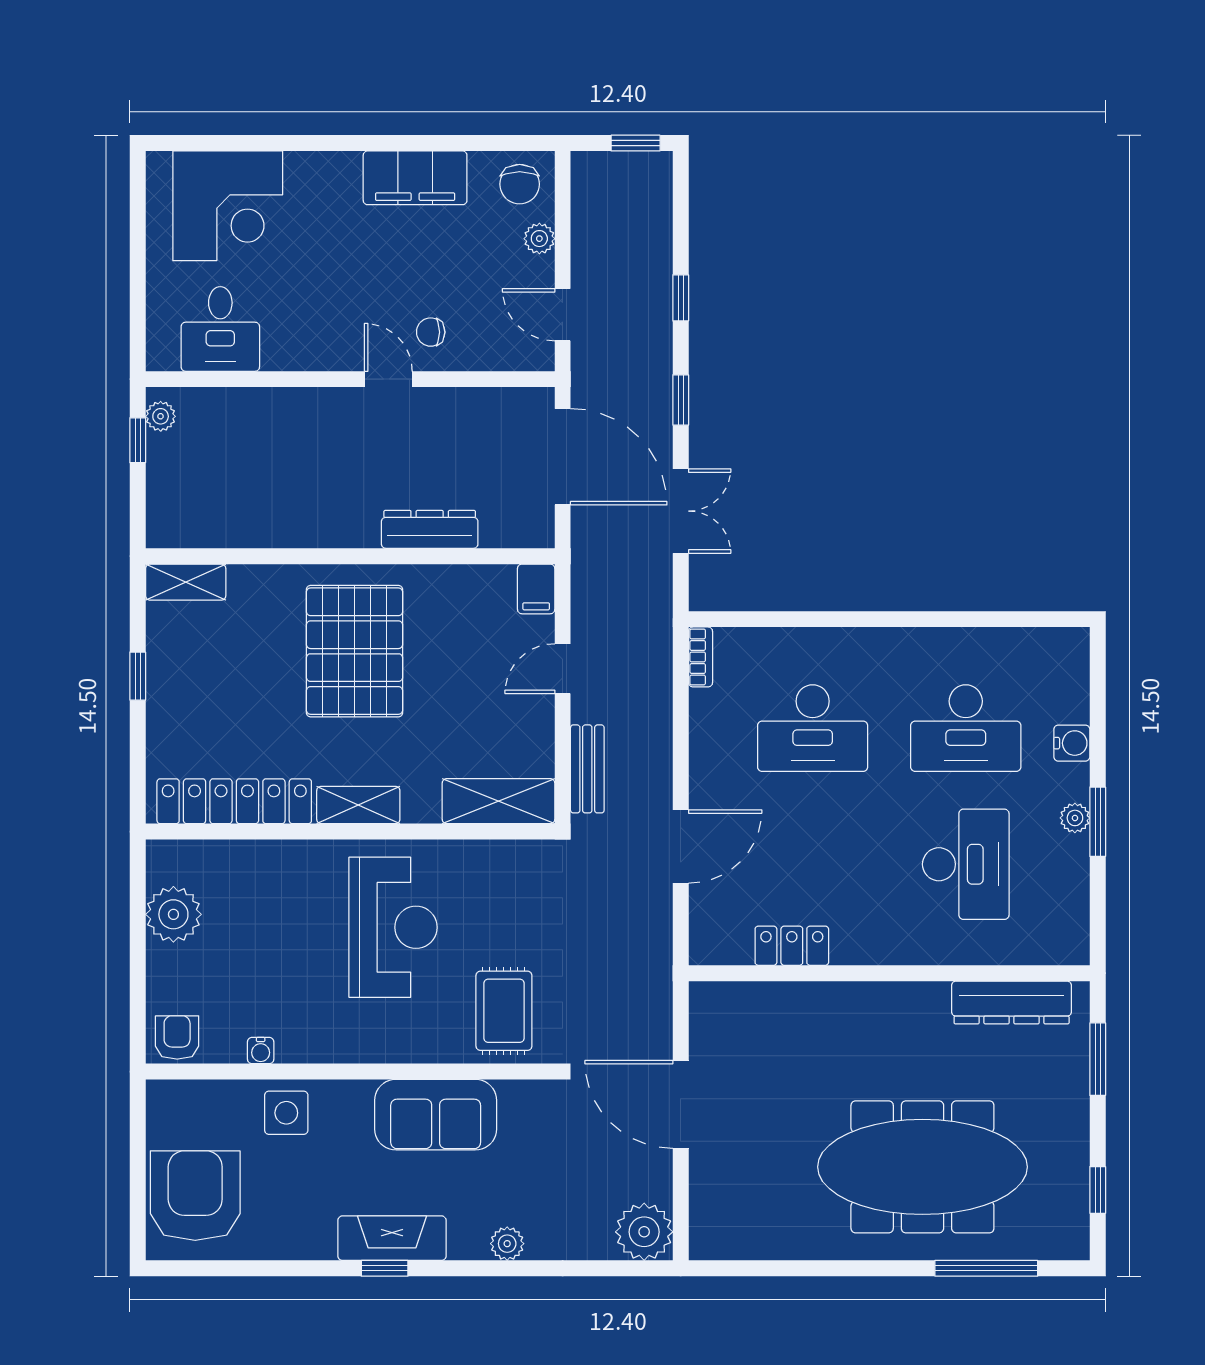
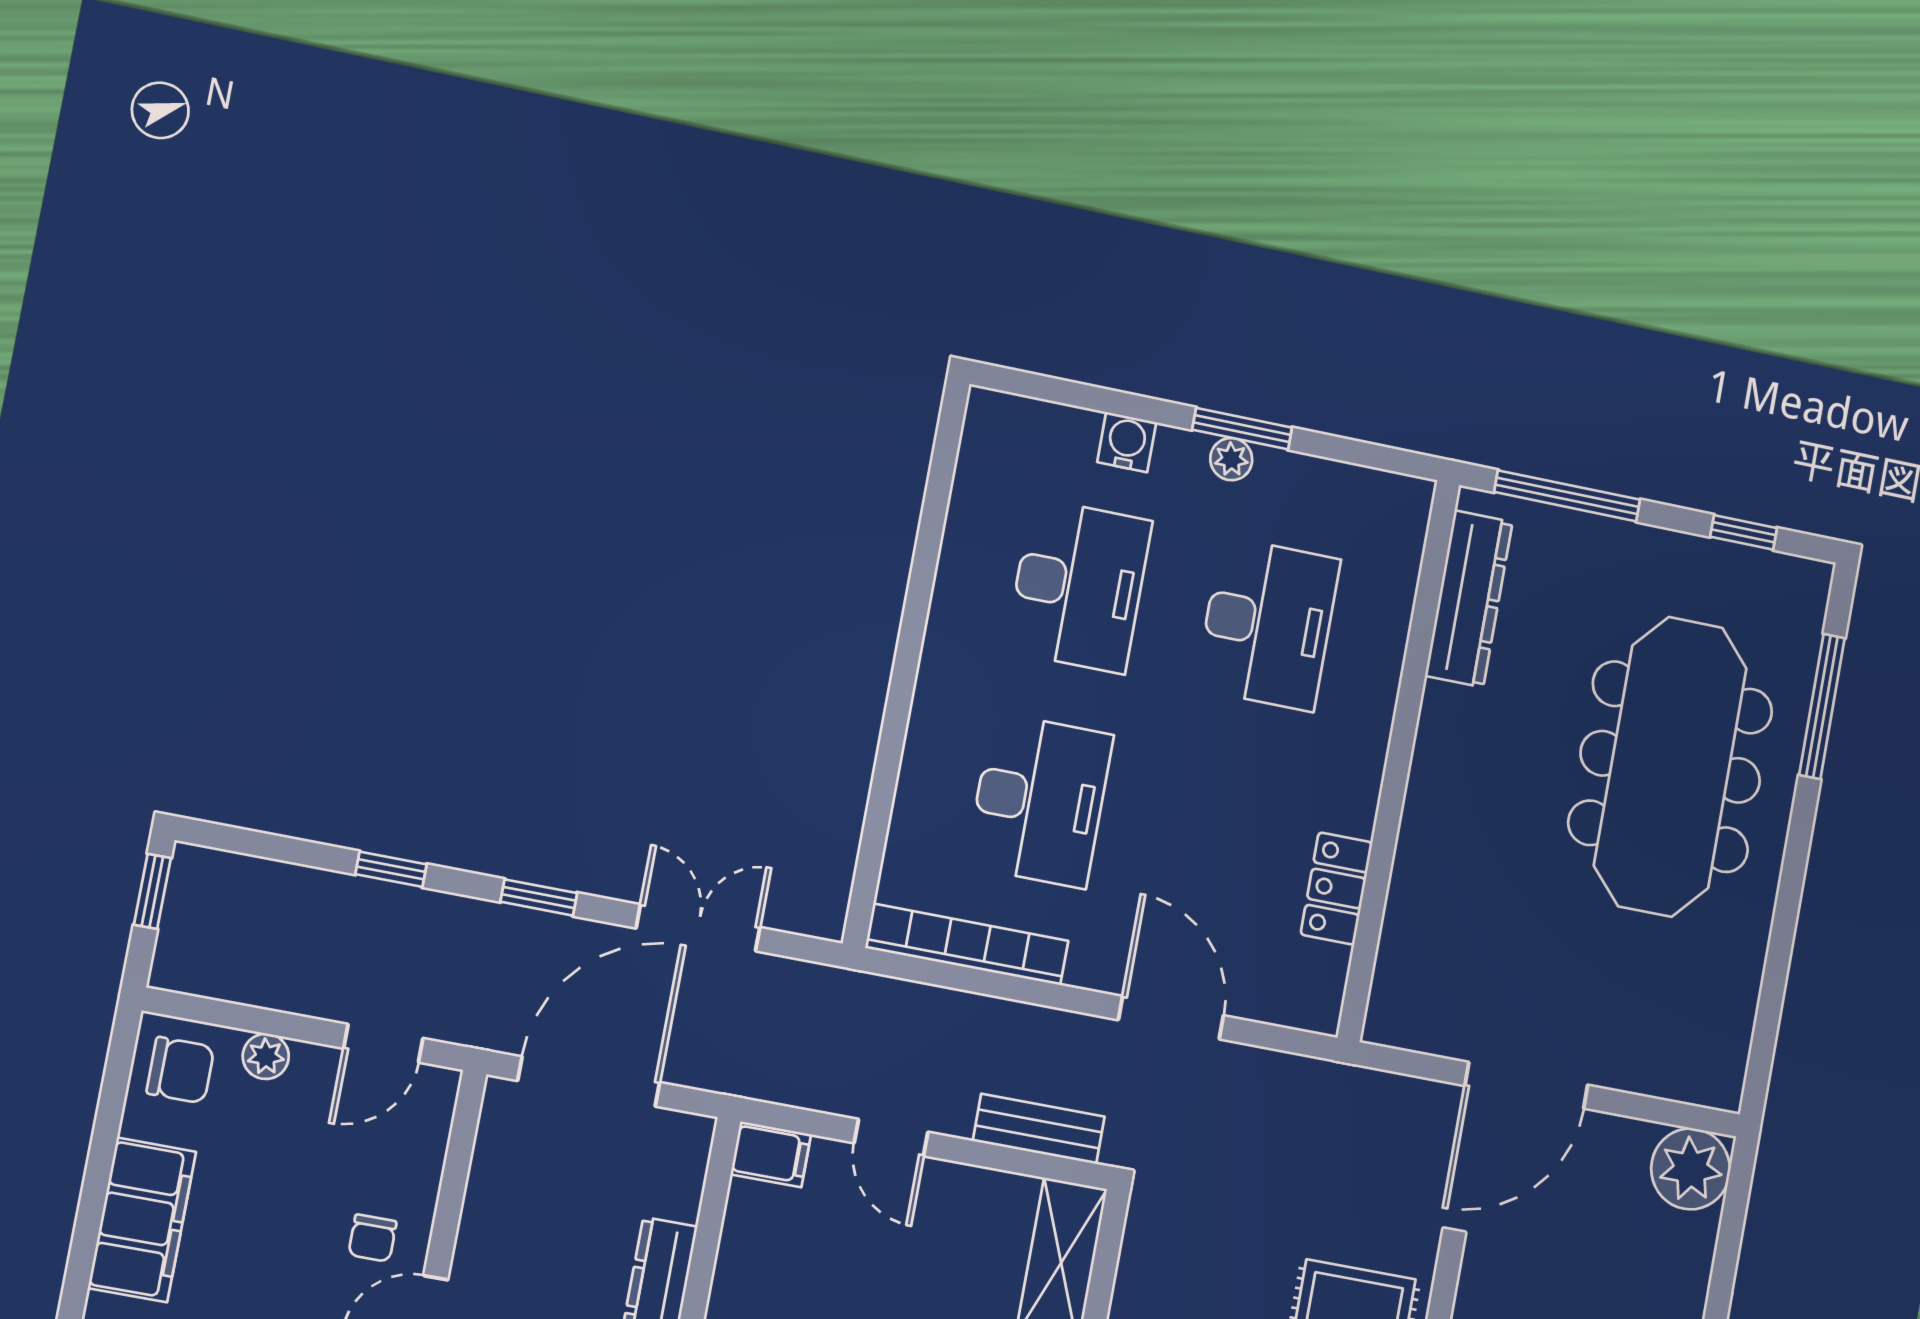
bookcase: (701, 657) -> (967, 944), width x2.31, depth x1.31
desk: (966, 864) -> (1268, 624), turned 90
window: (1098, 1059) -> (1567, 496), width x1.44

